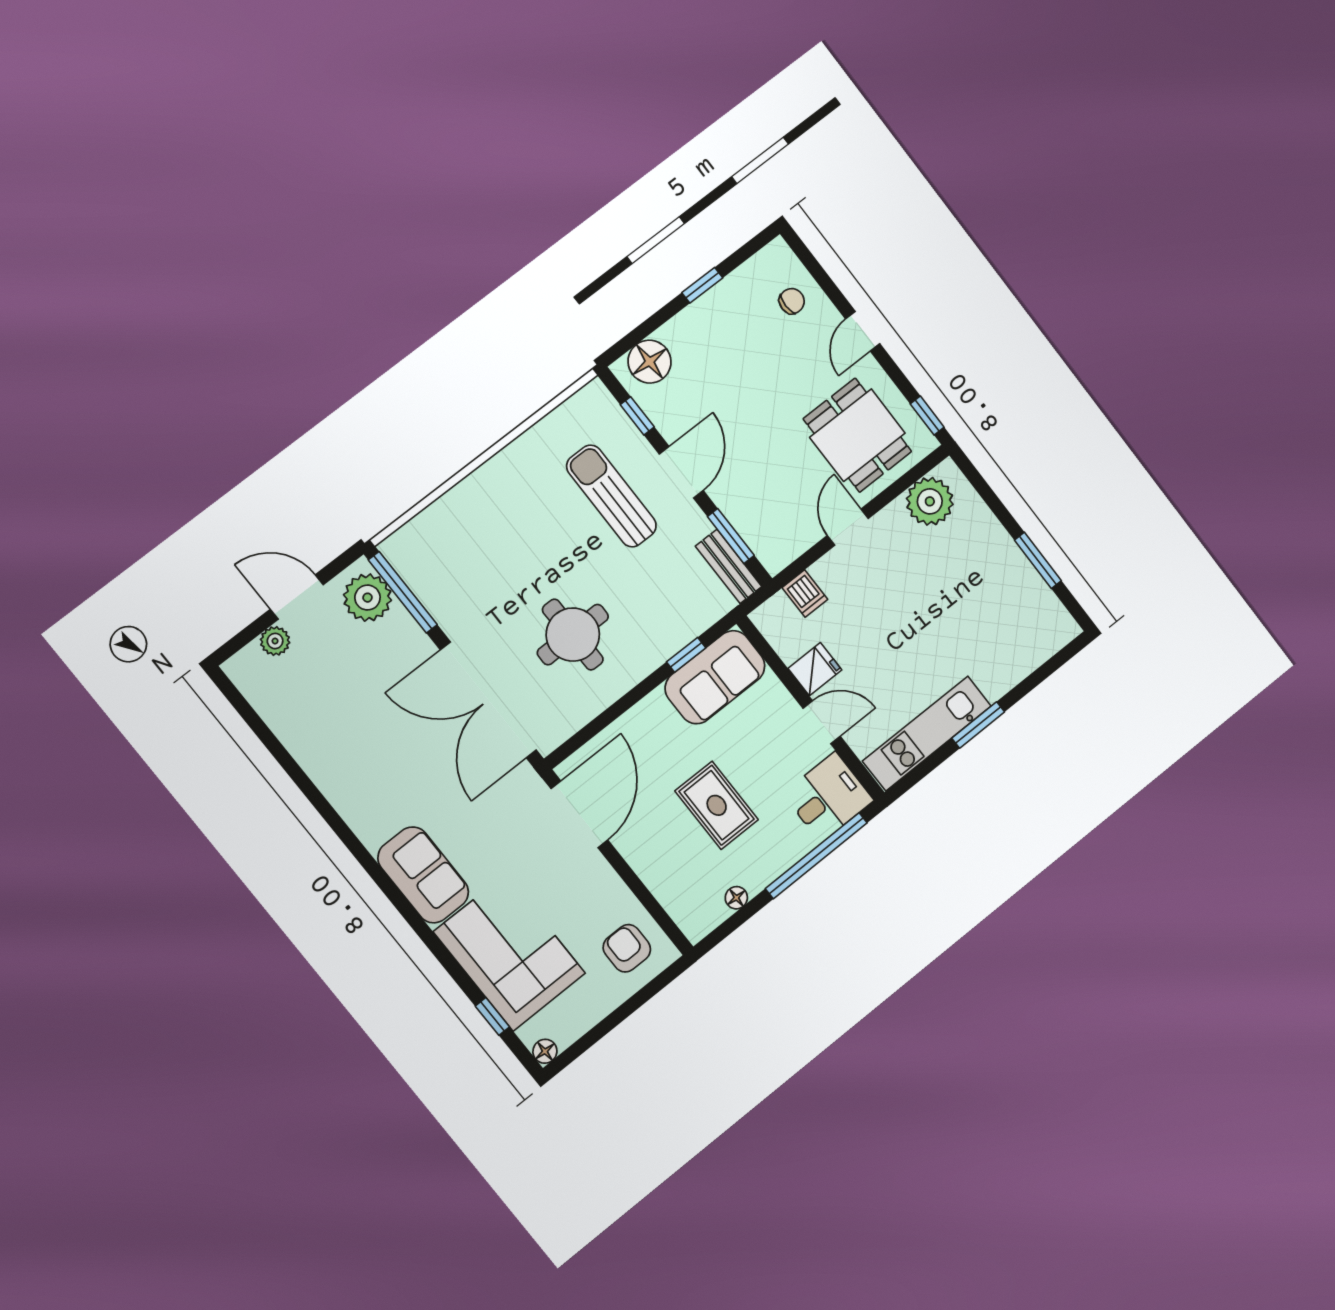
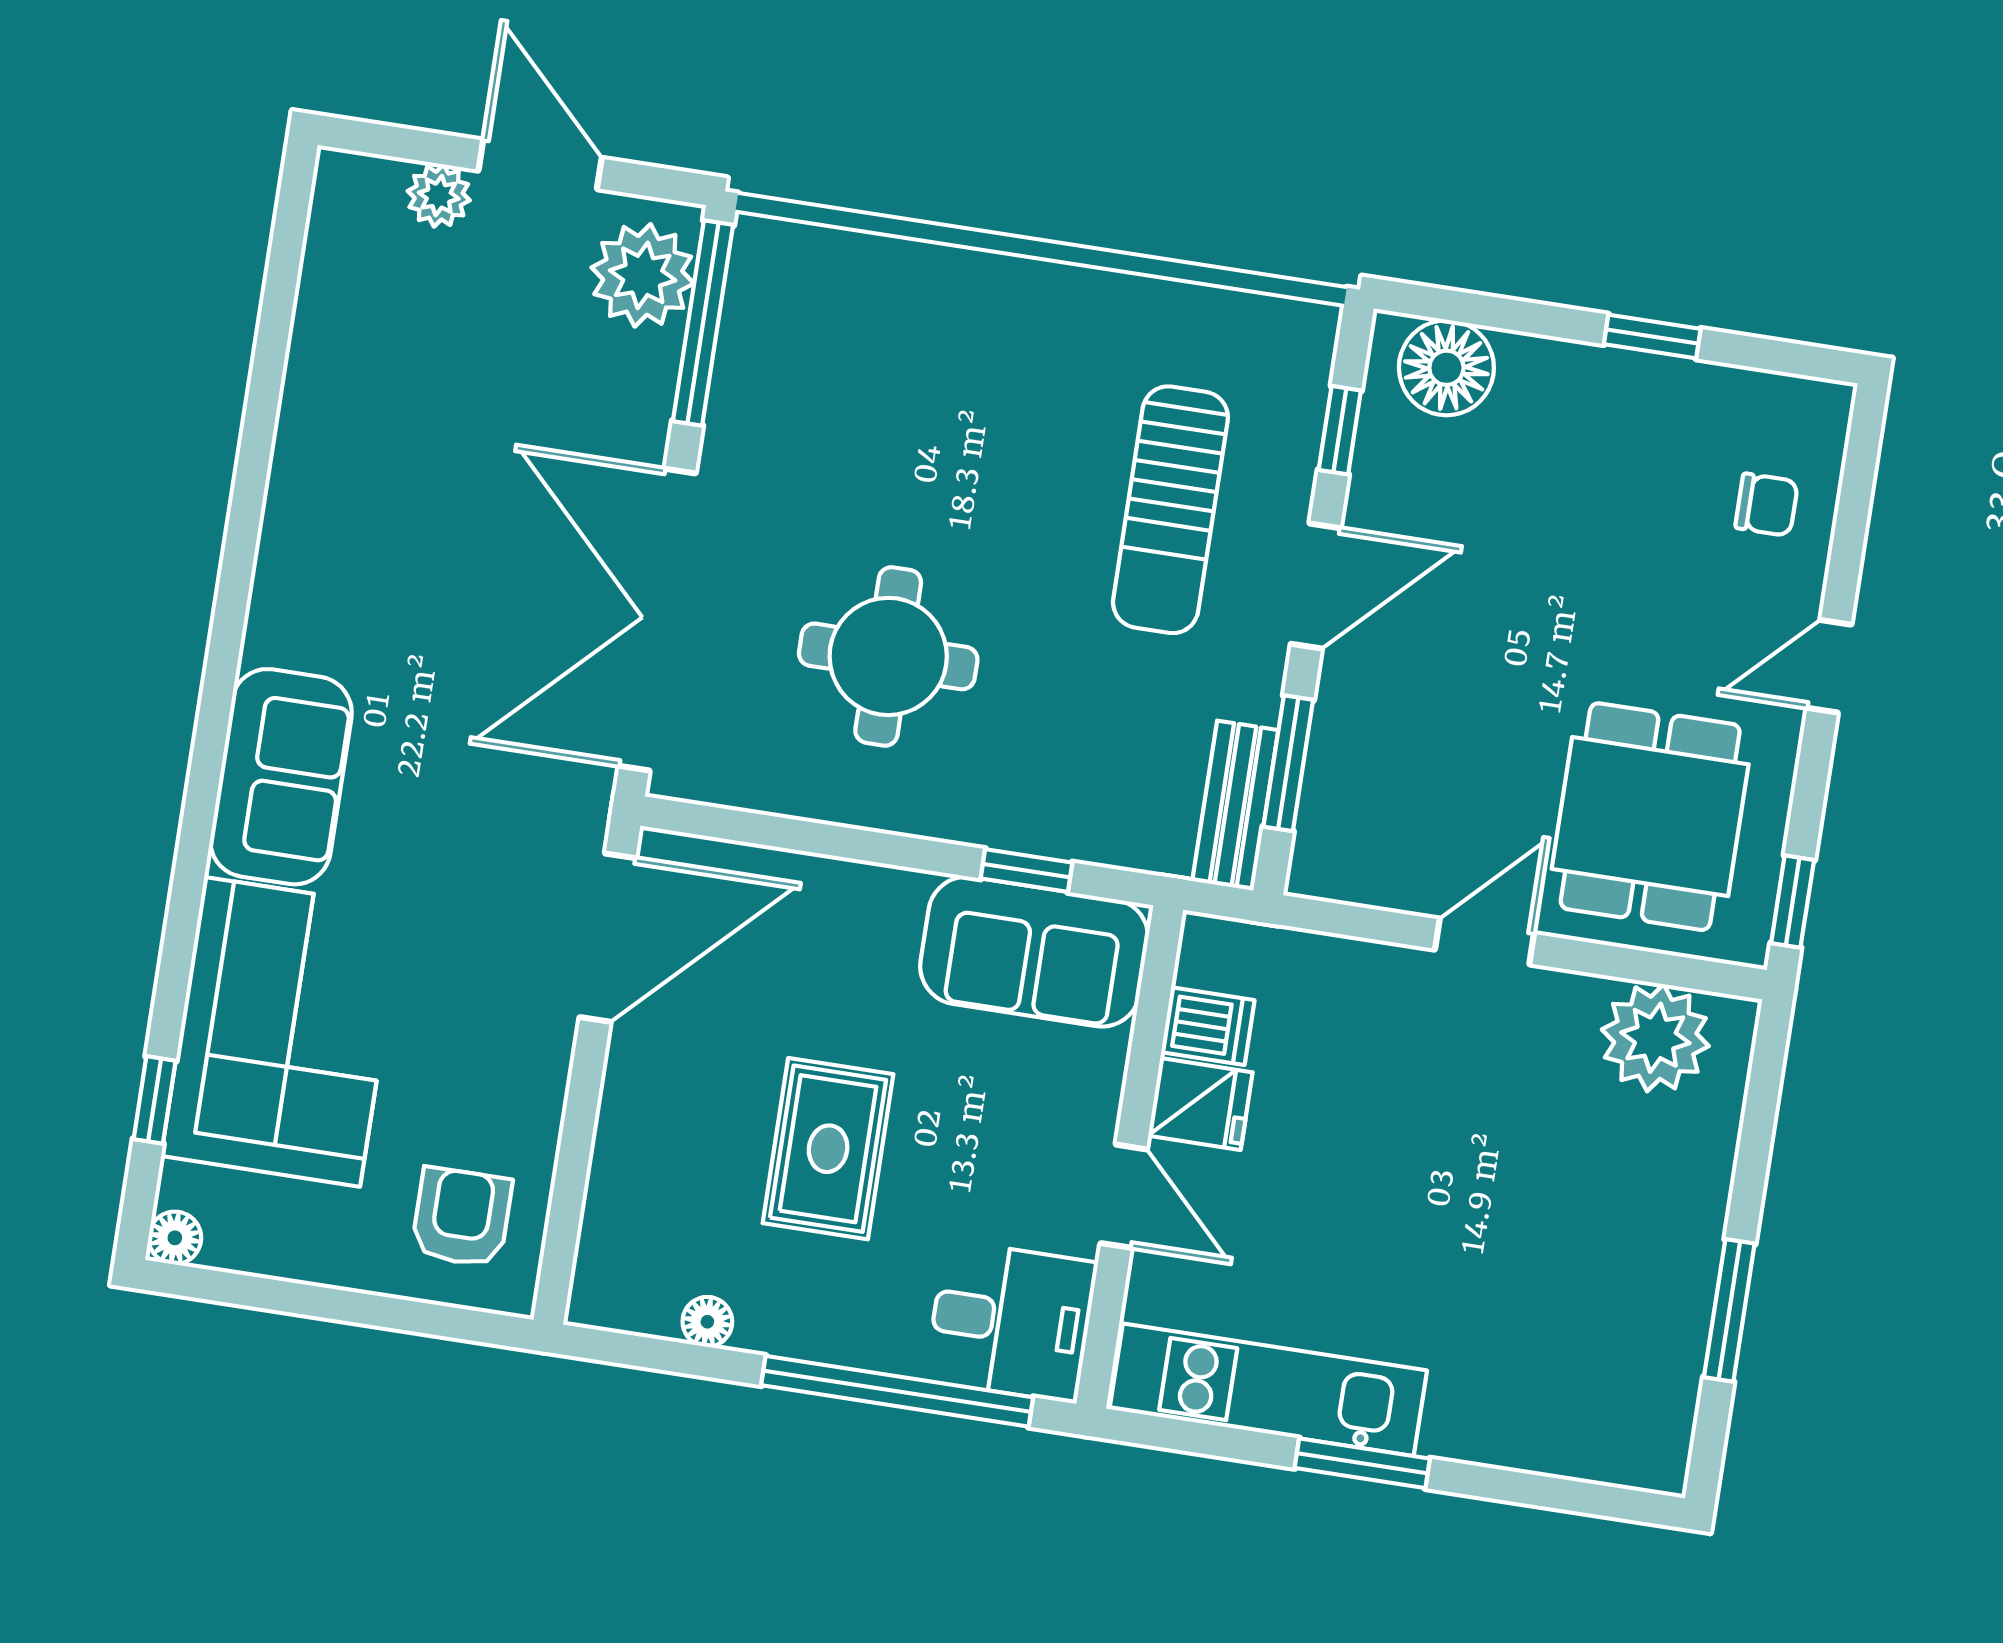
sun lounger: (611, 496) -> (1170, 510), turned 180
dishwasher: (805, 594) -> (1208, 1026), moved, turned -90

